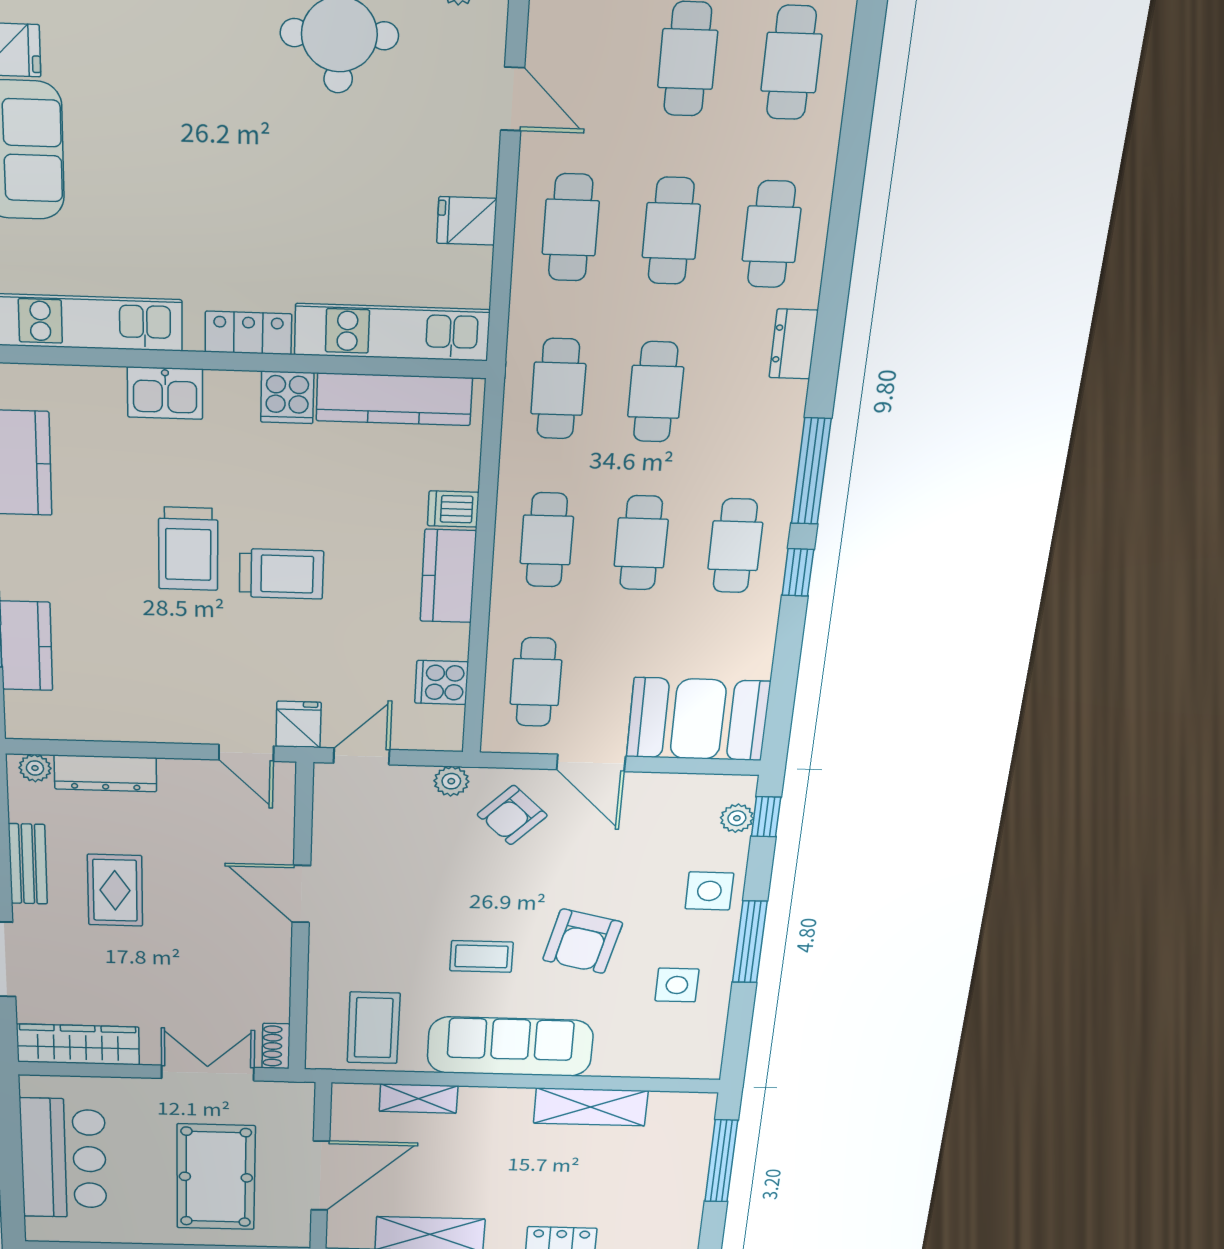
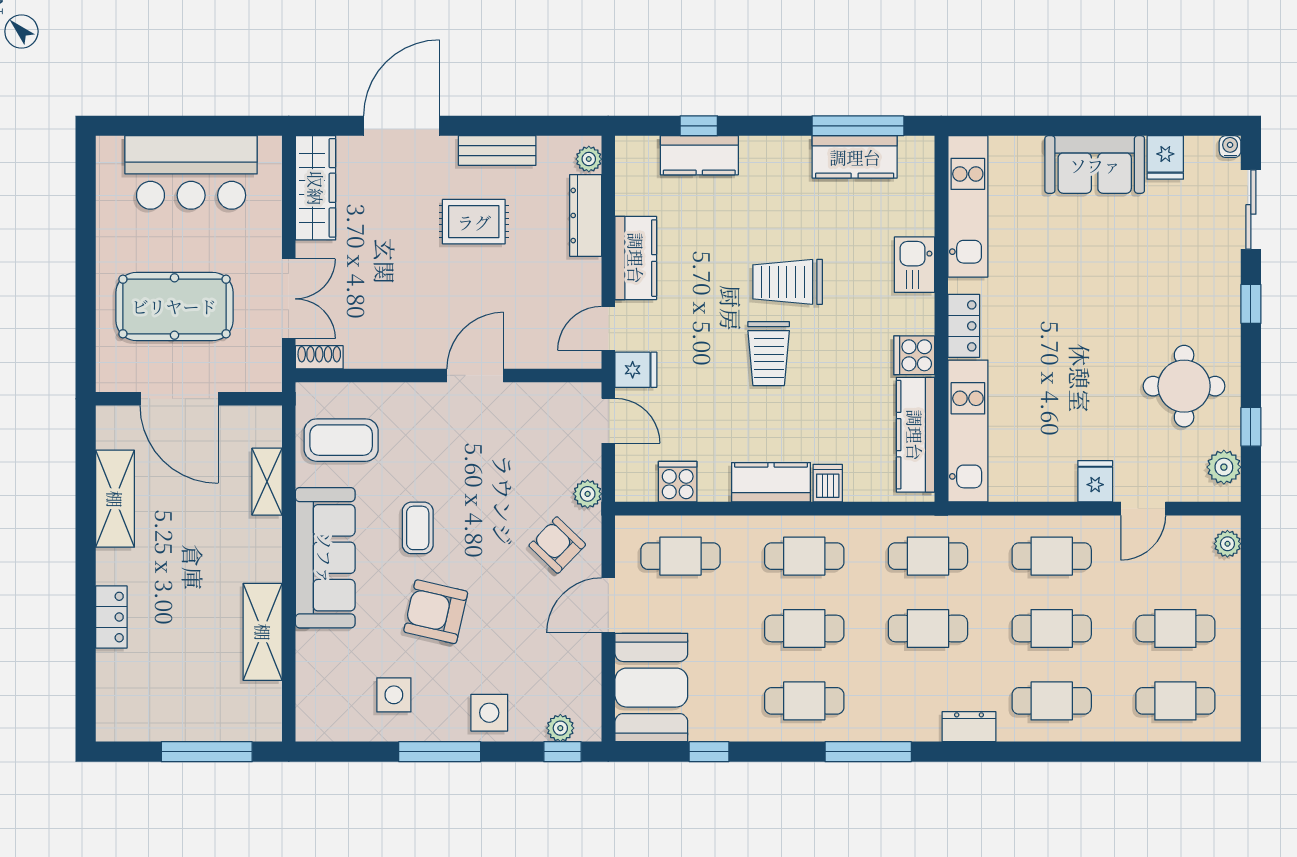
fridge: (467, 221) -> (1095, 481), moved
window: (798, 572) -> (709, 752), moved
kitchen counter: (158, 721) -> (636, 258), added

